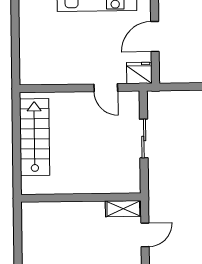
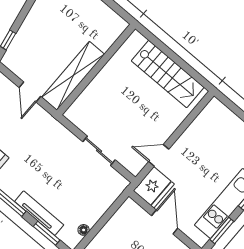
fridge: (139, 73) -> (154, 187), width x1.36, depth x1.34
shelving: (123, 209) -> (73, 76), width x2.20, depth x1.33

